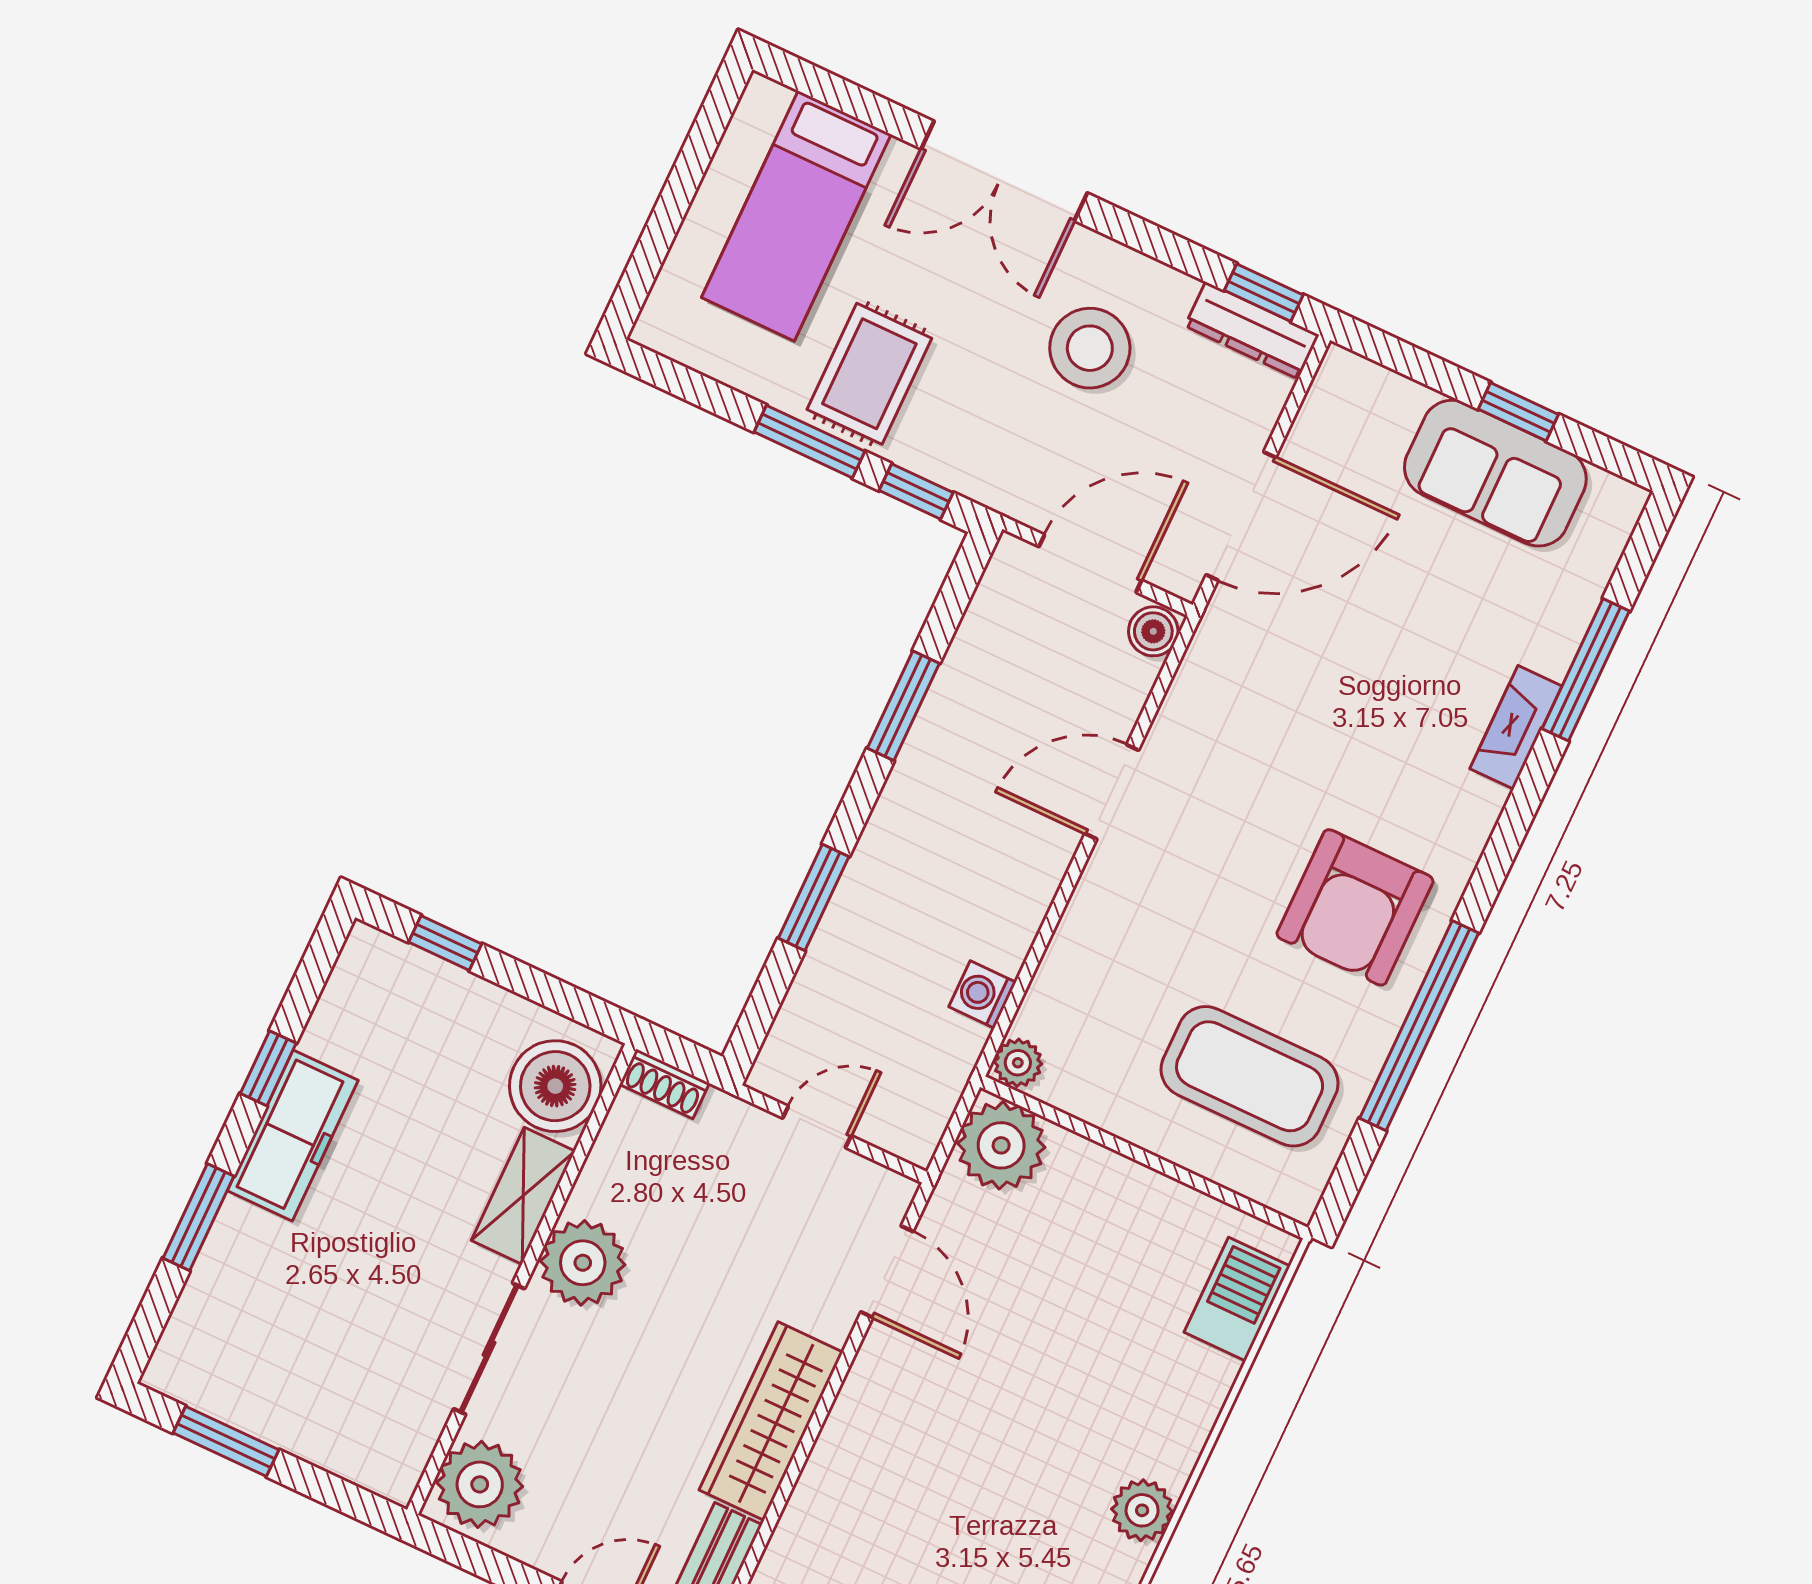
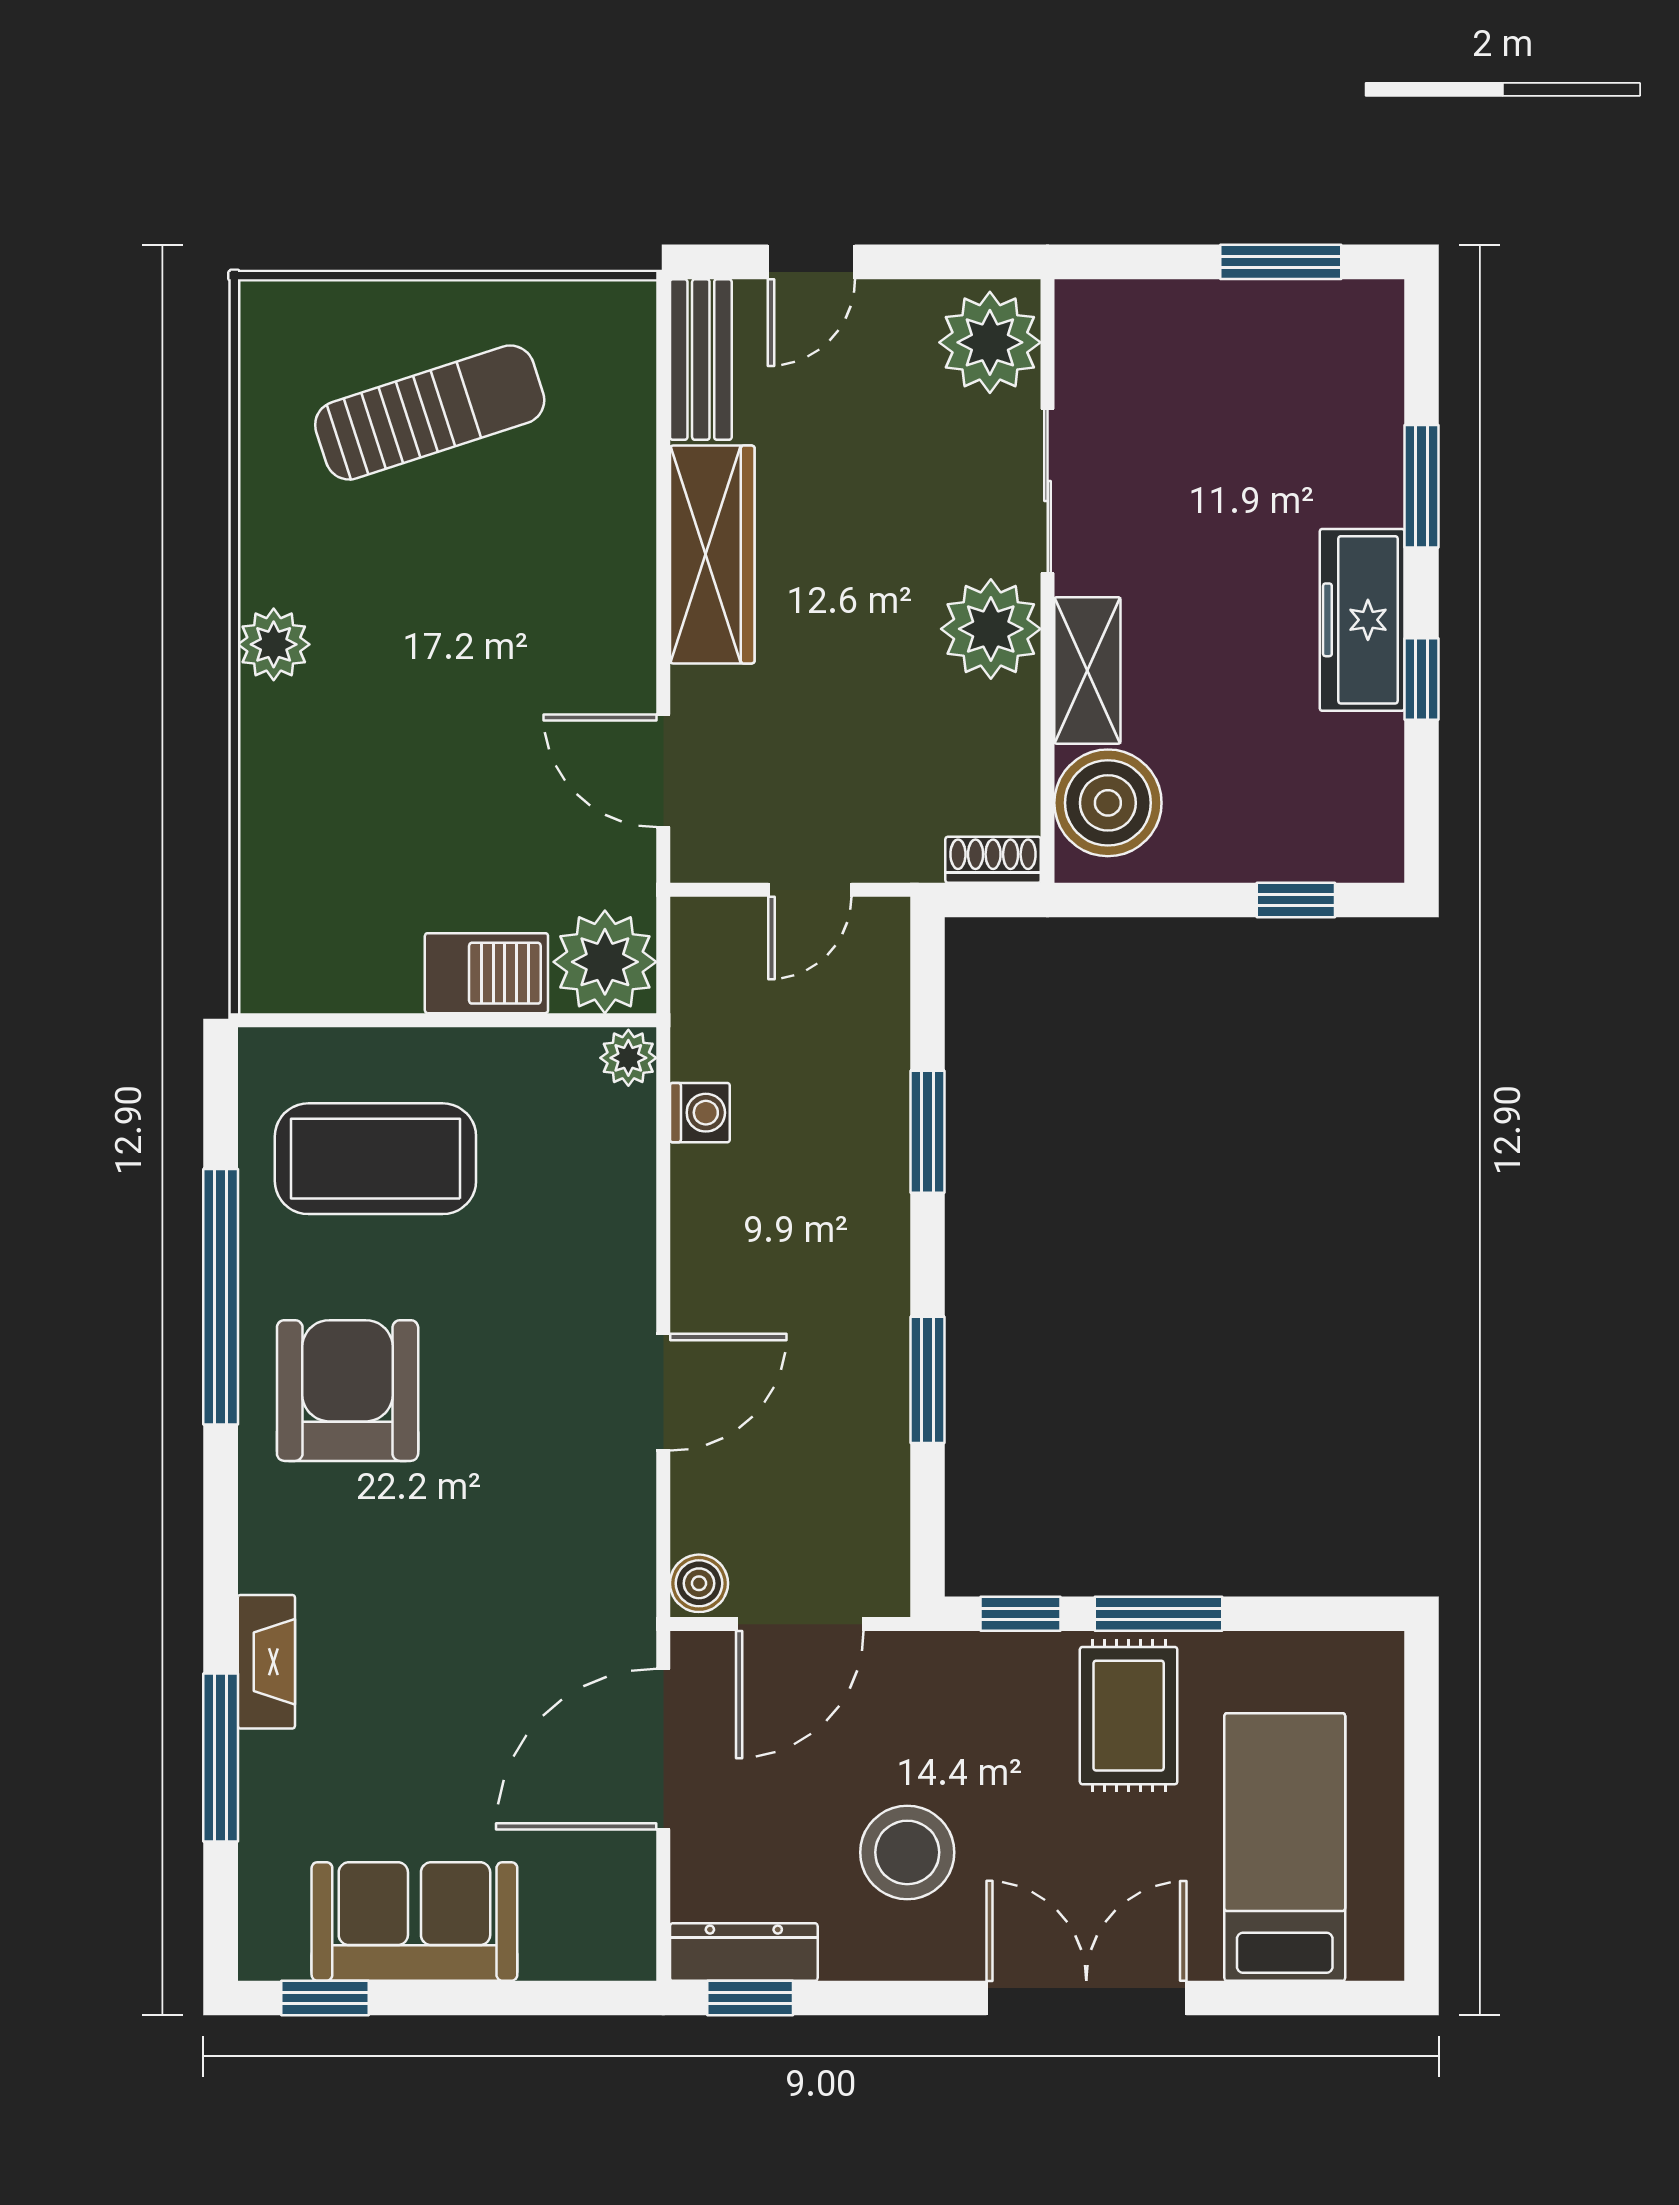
window: (1518, 412) -> (325, 1998), moved
barbecue: (1237, 1299) -> (486, 973), moved, turned -90

